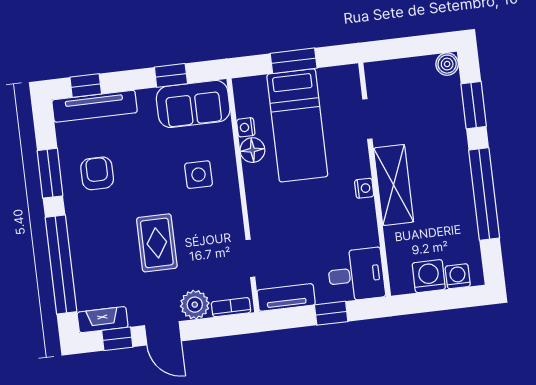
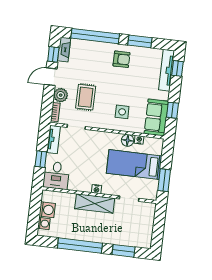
window: (294, 61) -> (164, 180), moved
boiler: (447, 64) -> (146, 243), removed
armchair: (97, 173) -> (121, 59), moved
rug: (157, 243) -> (86, 97), moved, turned 90

